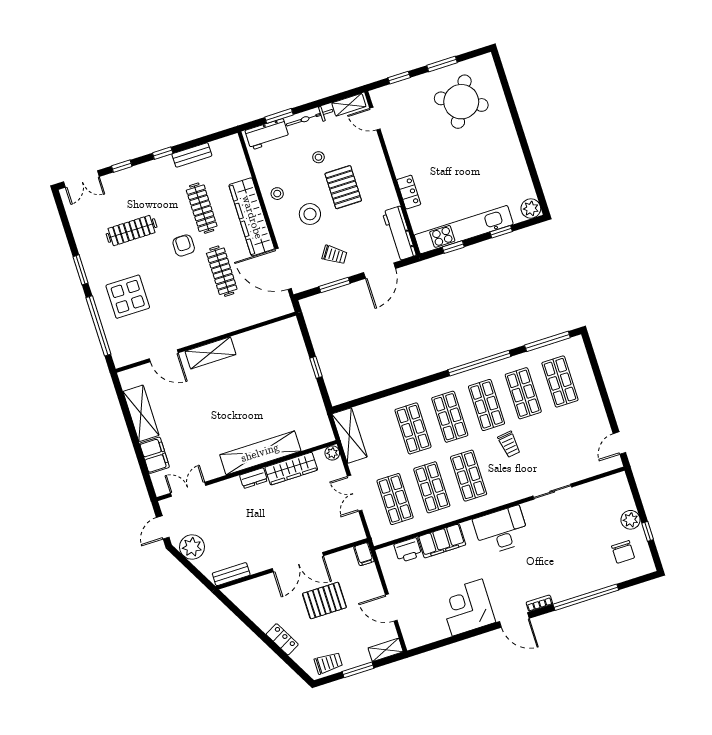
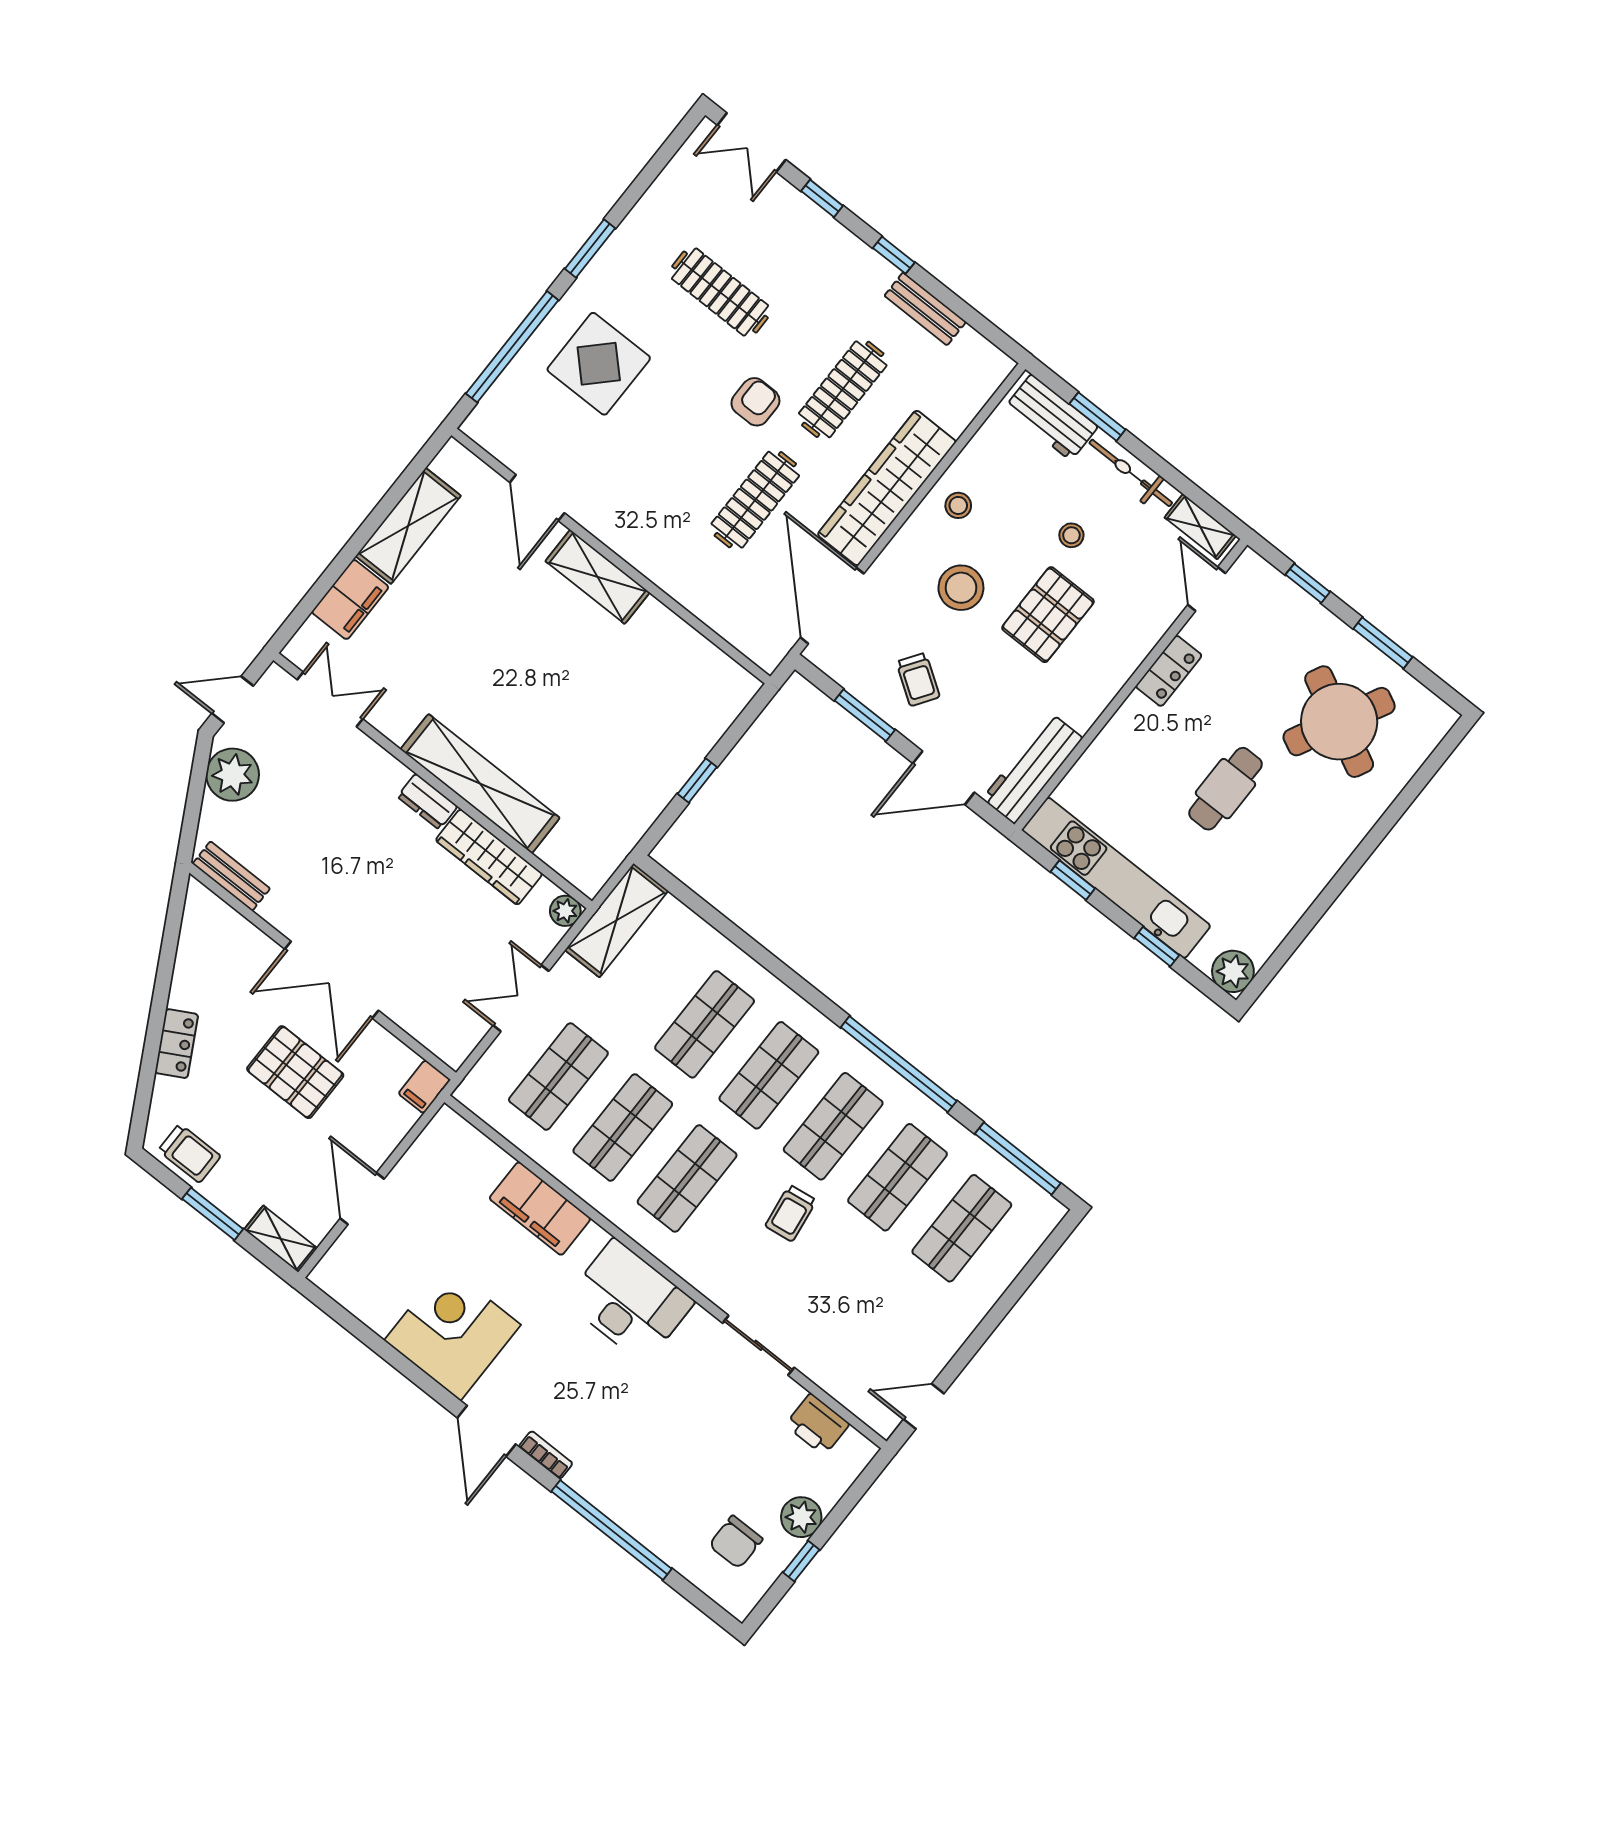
cafe table: (458, 164) -> (1225, 789), added
locker: (409, 192) -> (1169, 671), moved
printer: (408, 550) -> (817, 1424), moved

